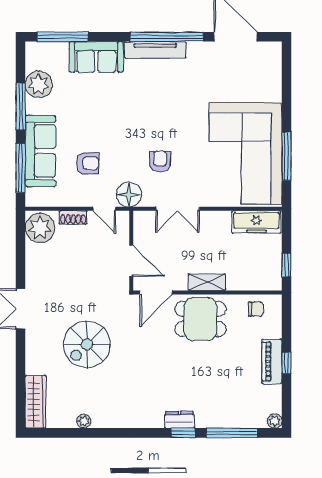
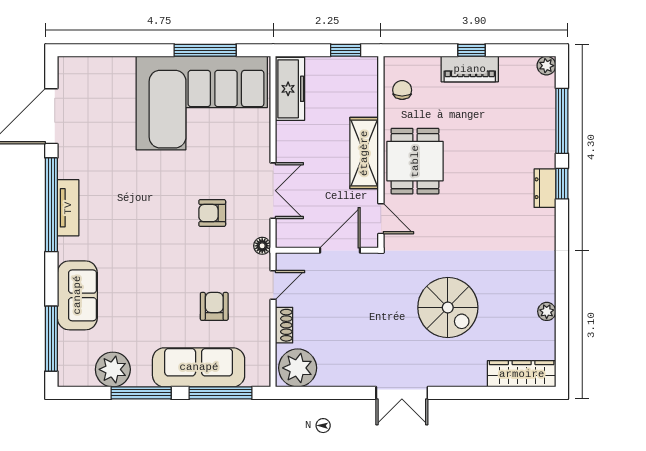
tv unit: (155, 50) -> (68, 208), width x0.71
floor lamp: (129, 195) -> (262, 246), width x0.53, depth x0.53
shelving: (207, 282) -> (364, 153), width x1.50, depth x1.33
door: (156, 292) -> (381, 219), width x0.73

